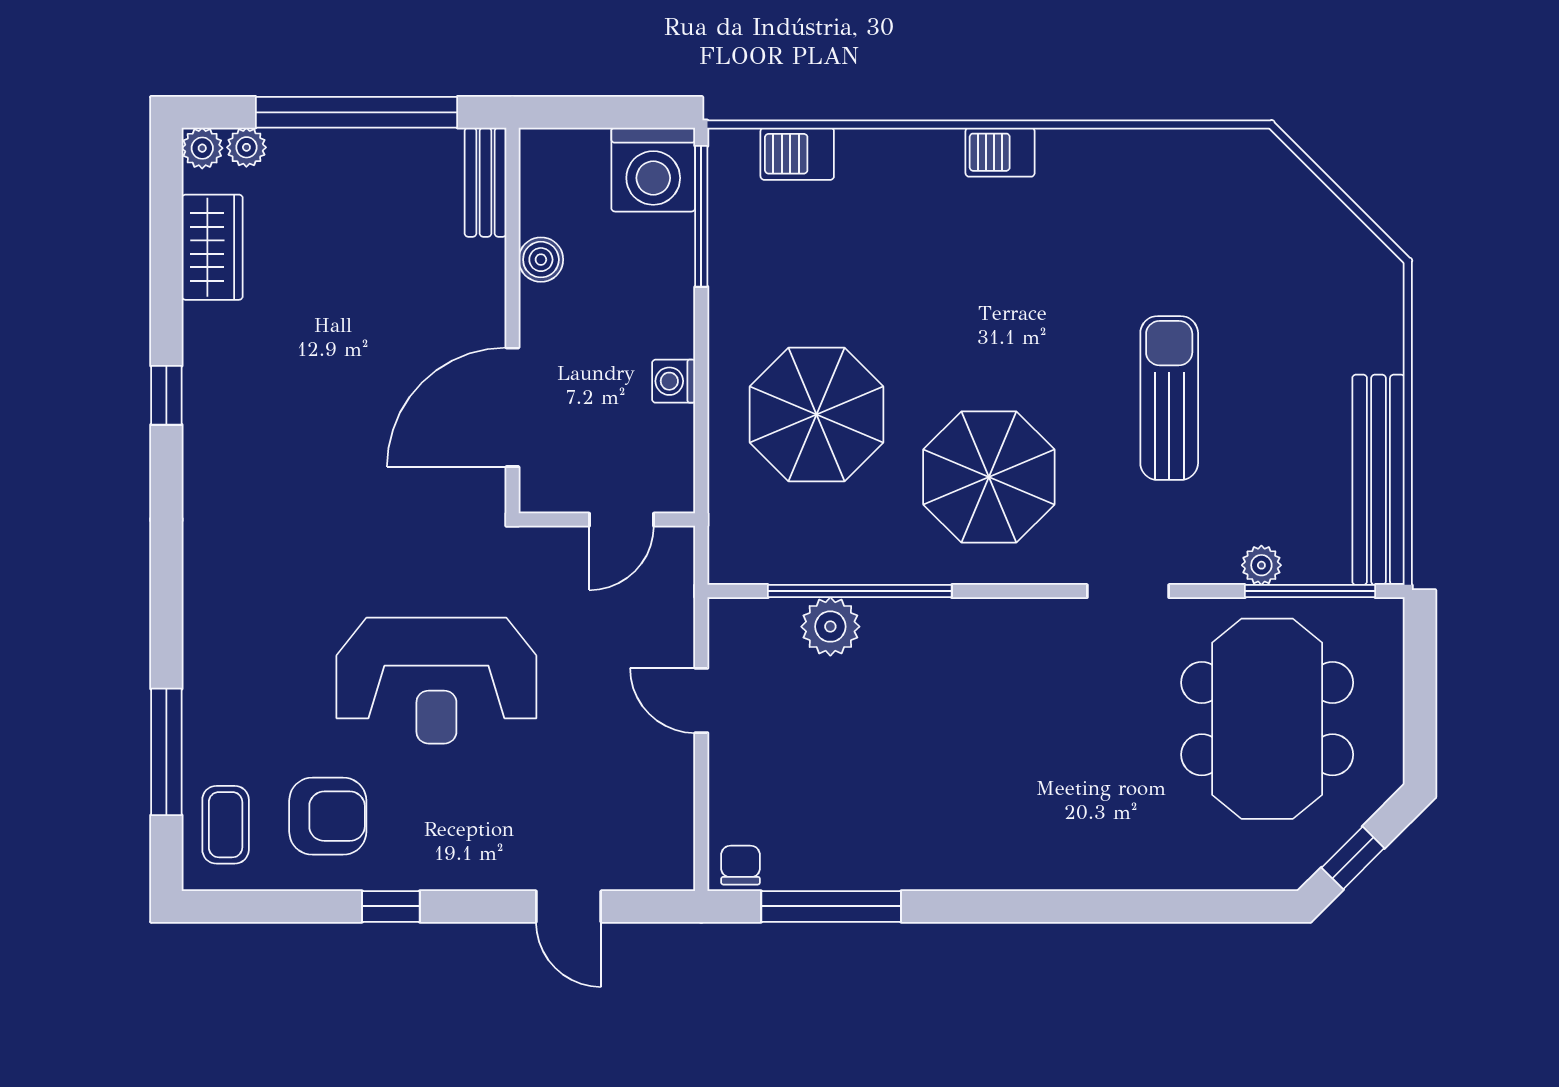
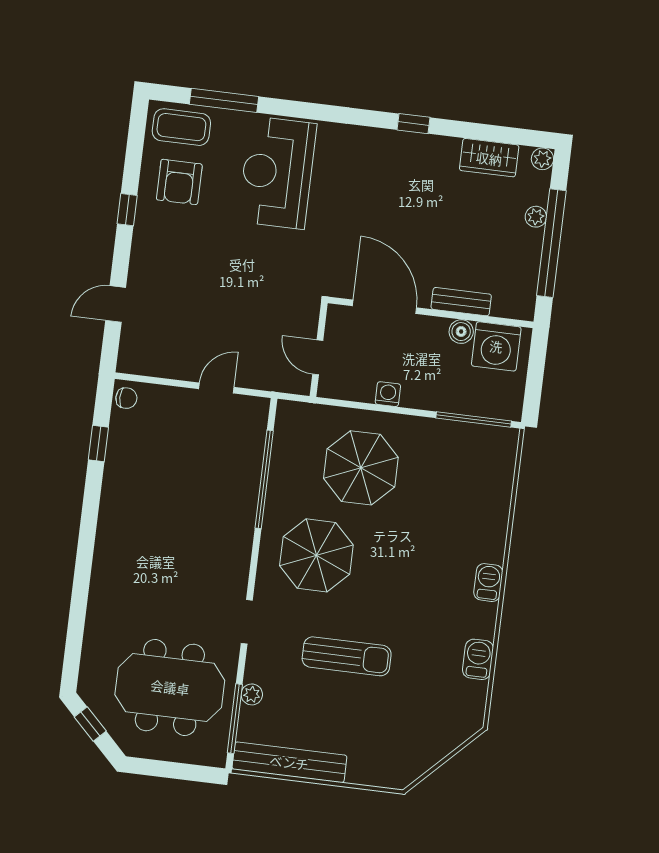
plant: (246, 147) -> (536, 217), moved
barbecue: (797, 154) -> (478, 659), moved
washing machine: (653, 170) -> (496, 346), moved, turned -90
bench: (485, 182) -> (461, 302), moved
plant: (830, 627) -> (247, 461), removed
reception desk: (436, 681) -> (277, 173), moved
coffee table: (226, 825) -> (181, 127), width x1.36, depth x1.30
window: (831, 906) -> (98, 444), width x0.46

